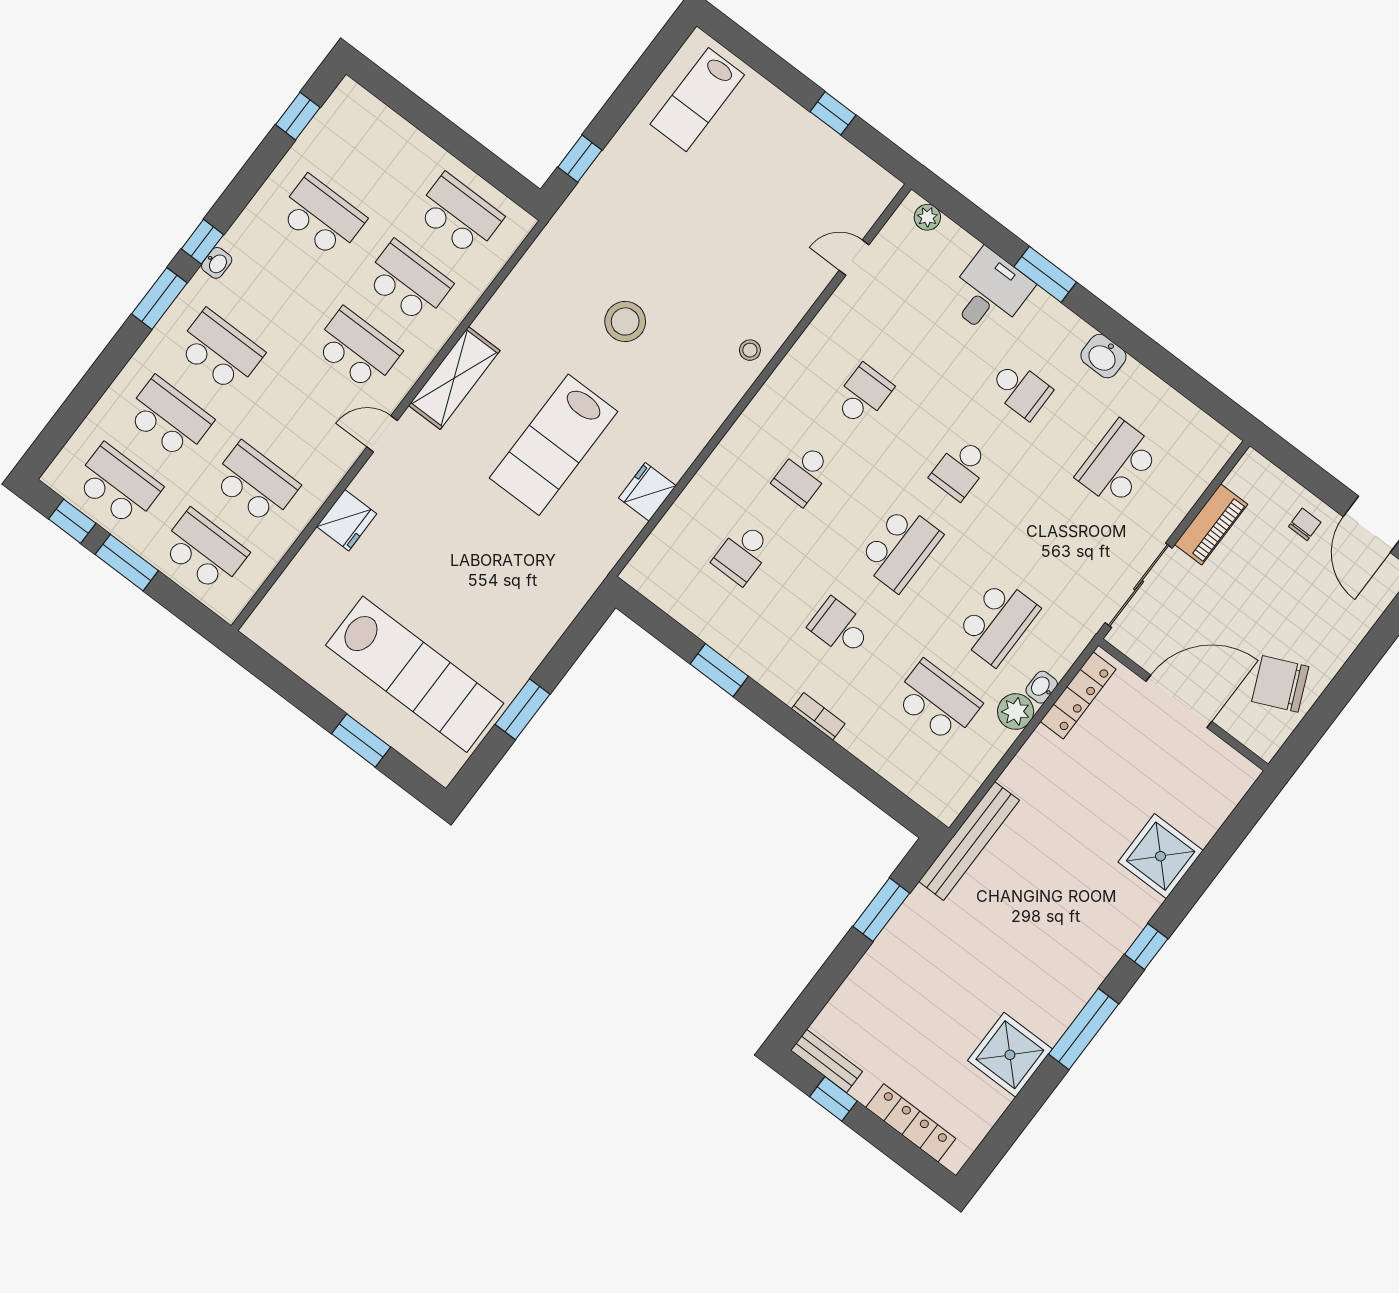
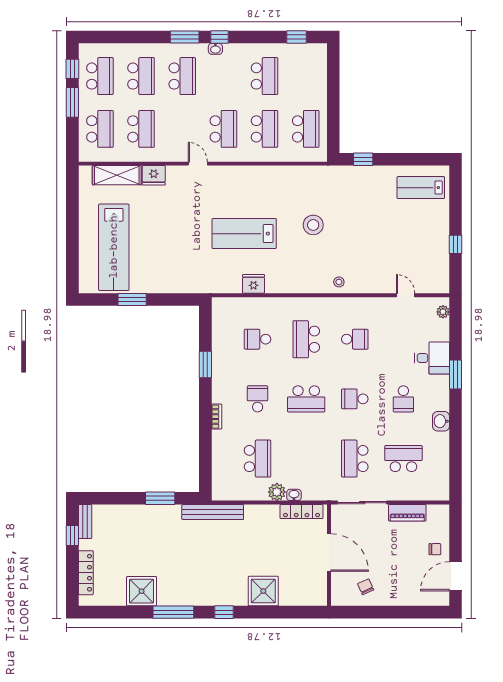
shelving: (454, 378) -> (117, 175), moved
school desk: (803, 474) -> (306, 339), width x1.85
school desk: (997, 622) -> (355, 459), moved, turned 90
chair: (1280, 684) -> (366, 587), width x0.54, depth x0.54
window: (361, 740) -> (72, 246), removed

